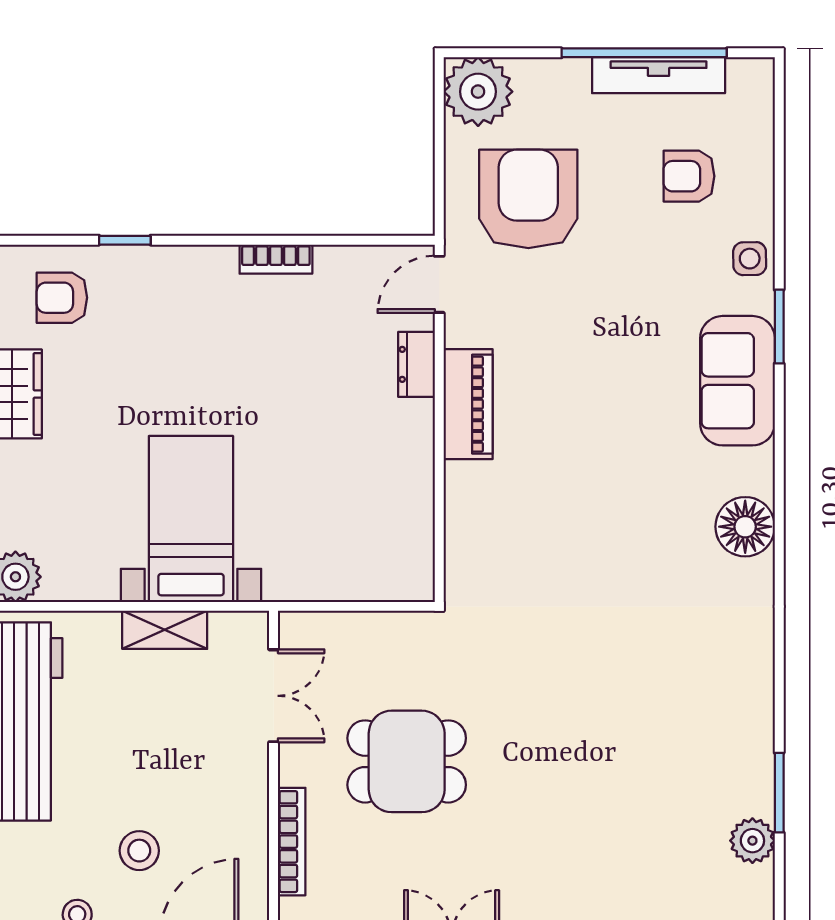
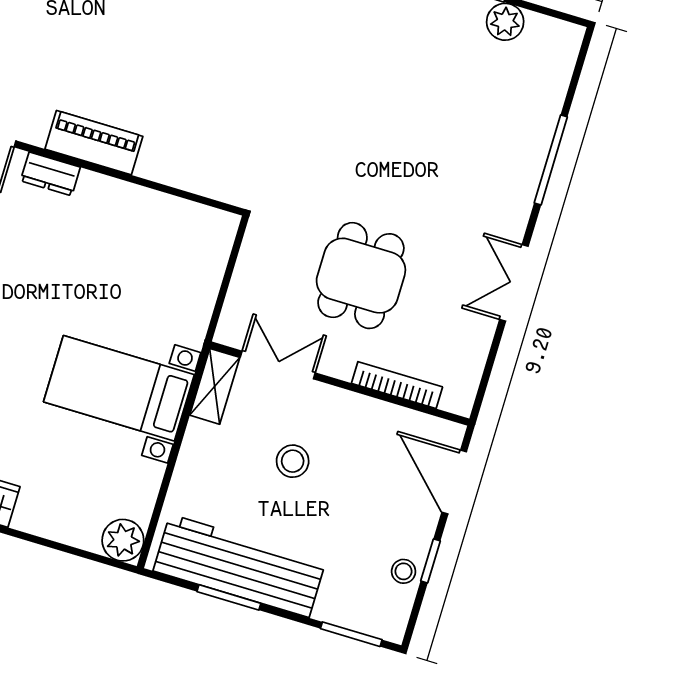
shelving: (165, 630) -> (215, 386), moved
stool: (139, 851) -> (293, 461), moved

